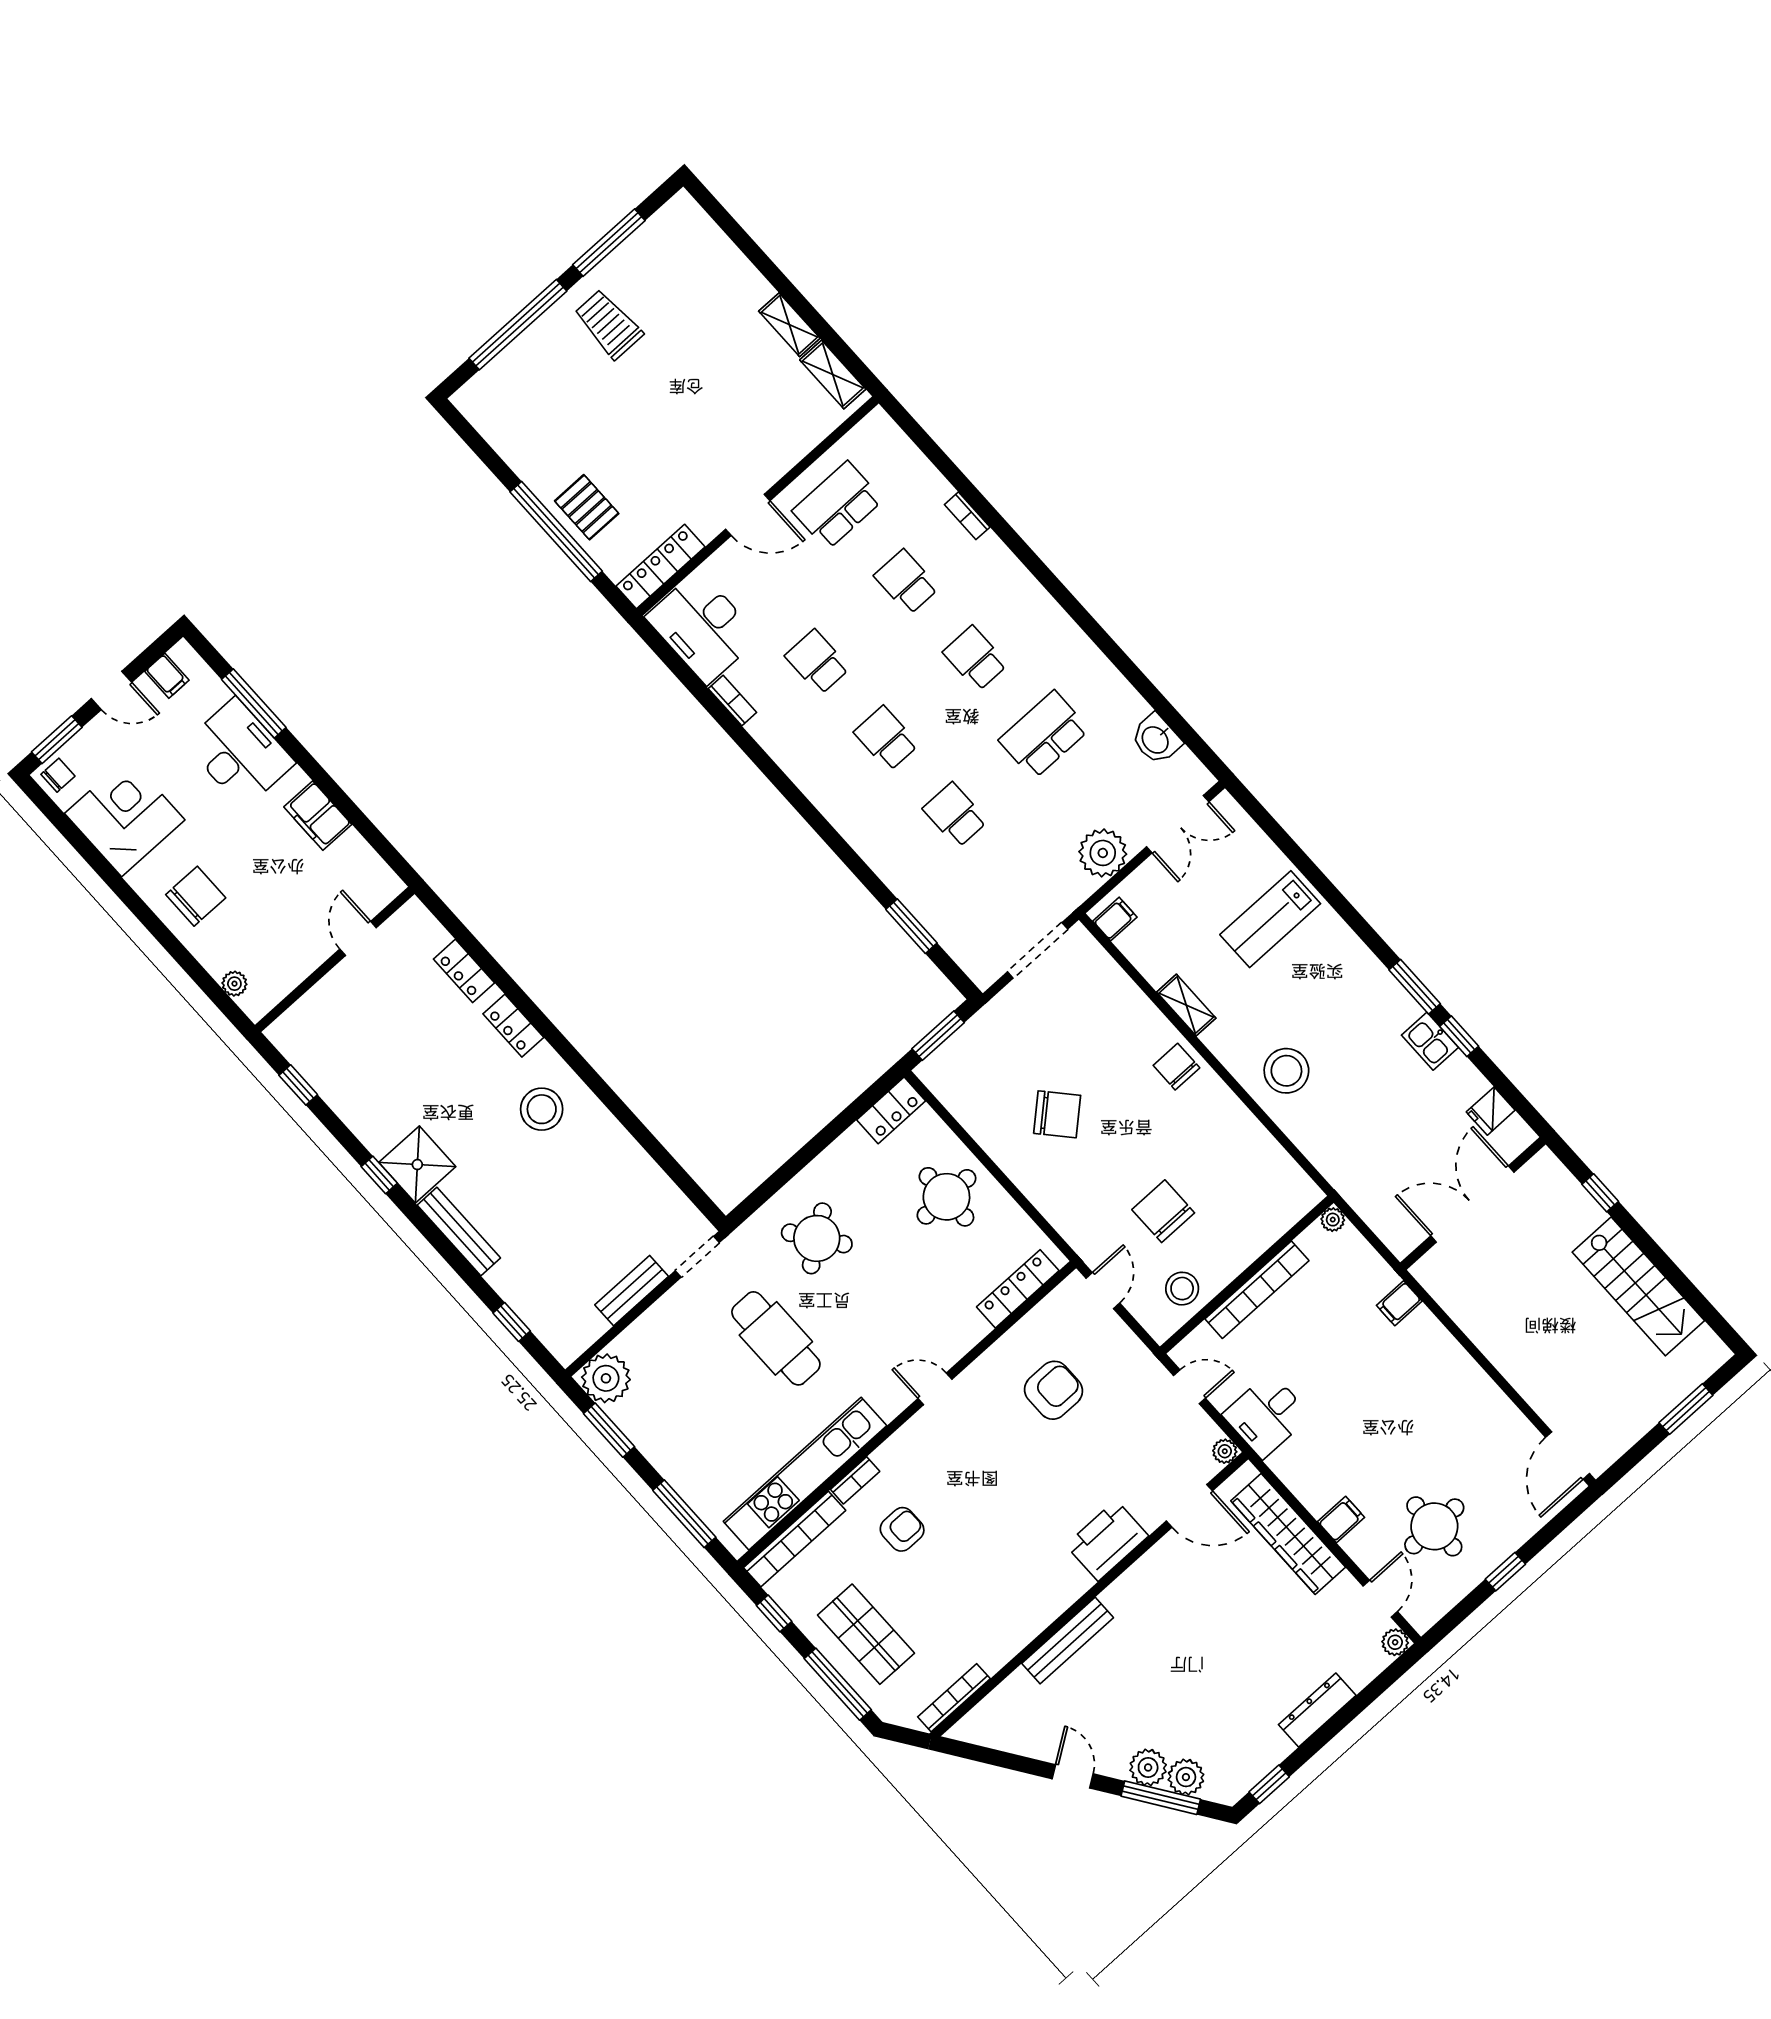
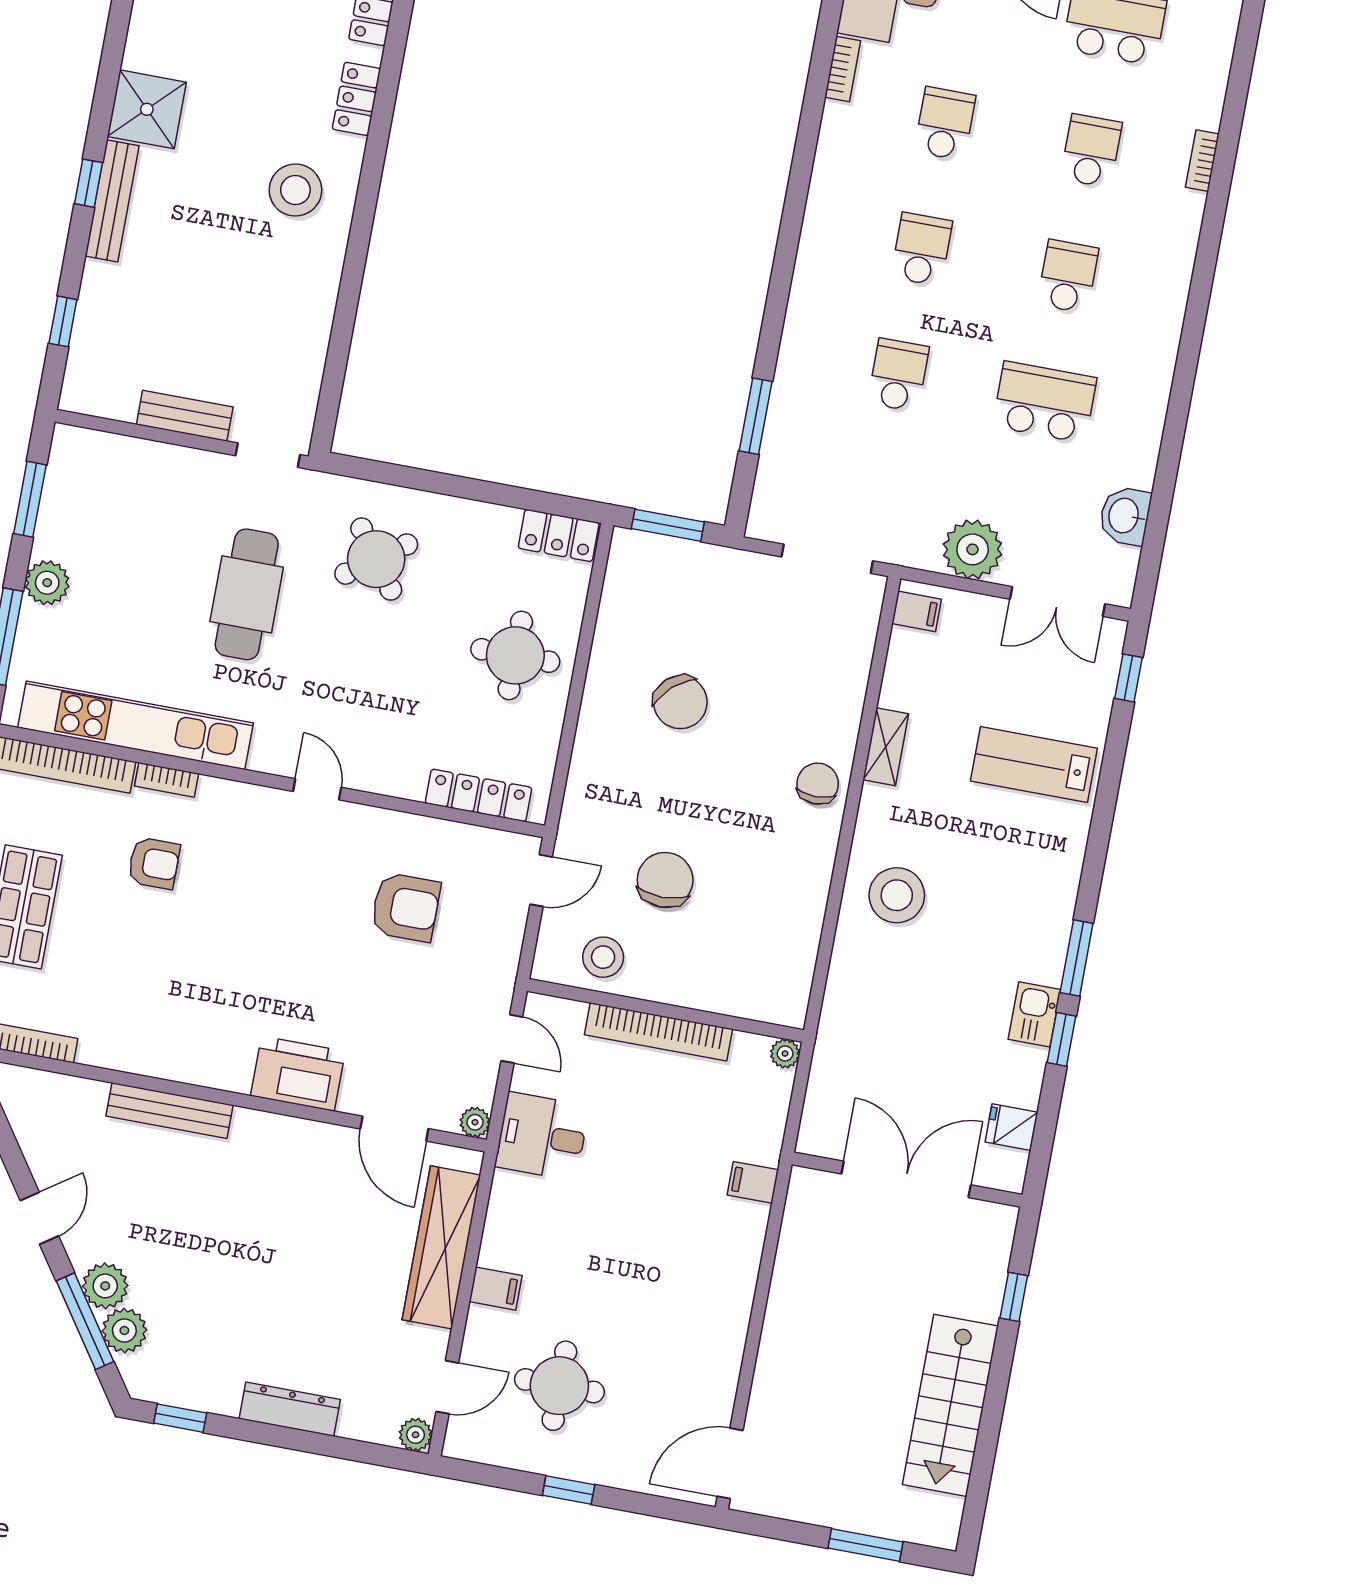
window: (1261, 816) -> (1128, 678), added
window: (379, 1175) -> (89, 183), moved
plant: (606, 1378) -> (47, 583), moved, width x0.73, depth x0.73

